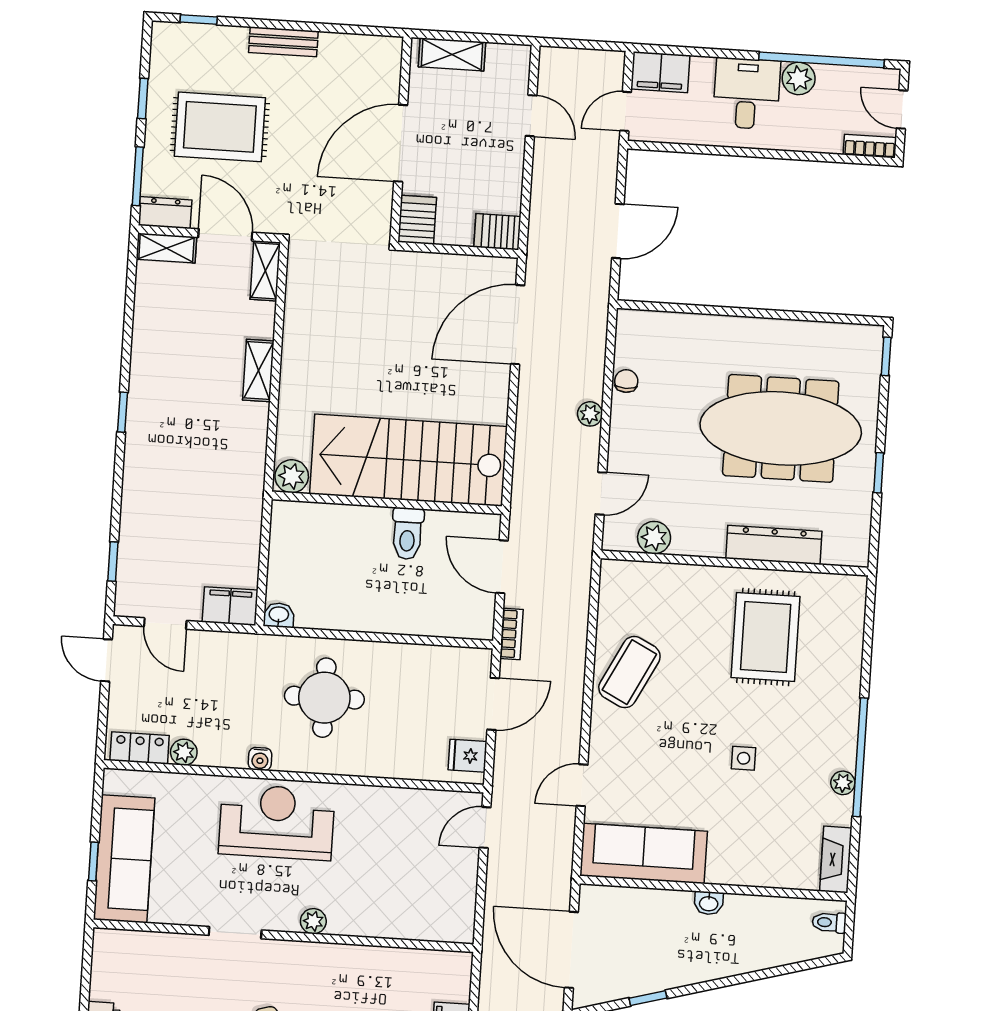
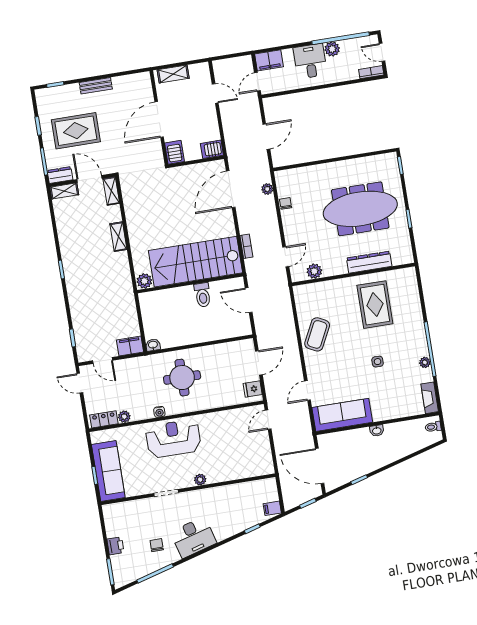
plant: (590, 414) -> (267, 189), moved
bookcase: (511, 634) -> (246, 246), moved

